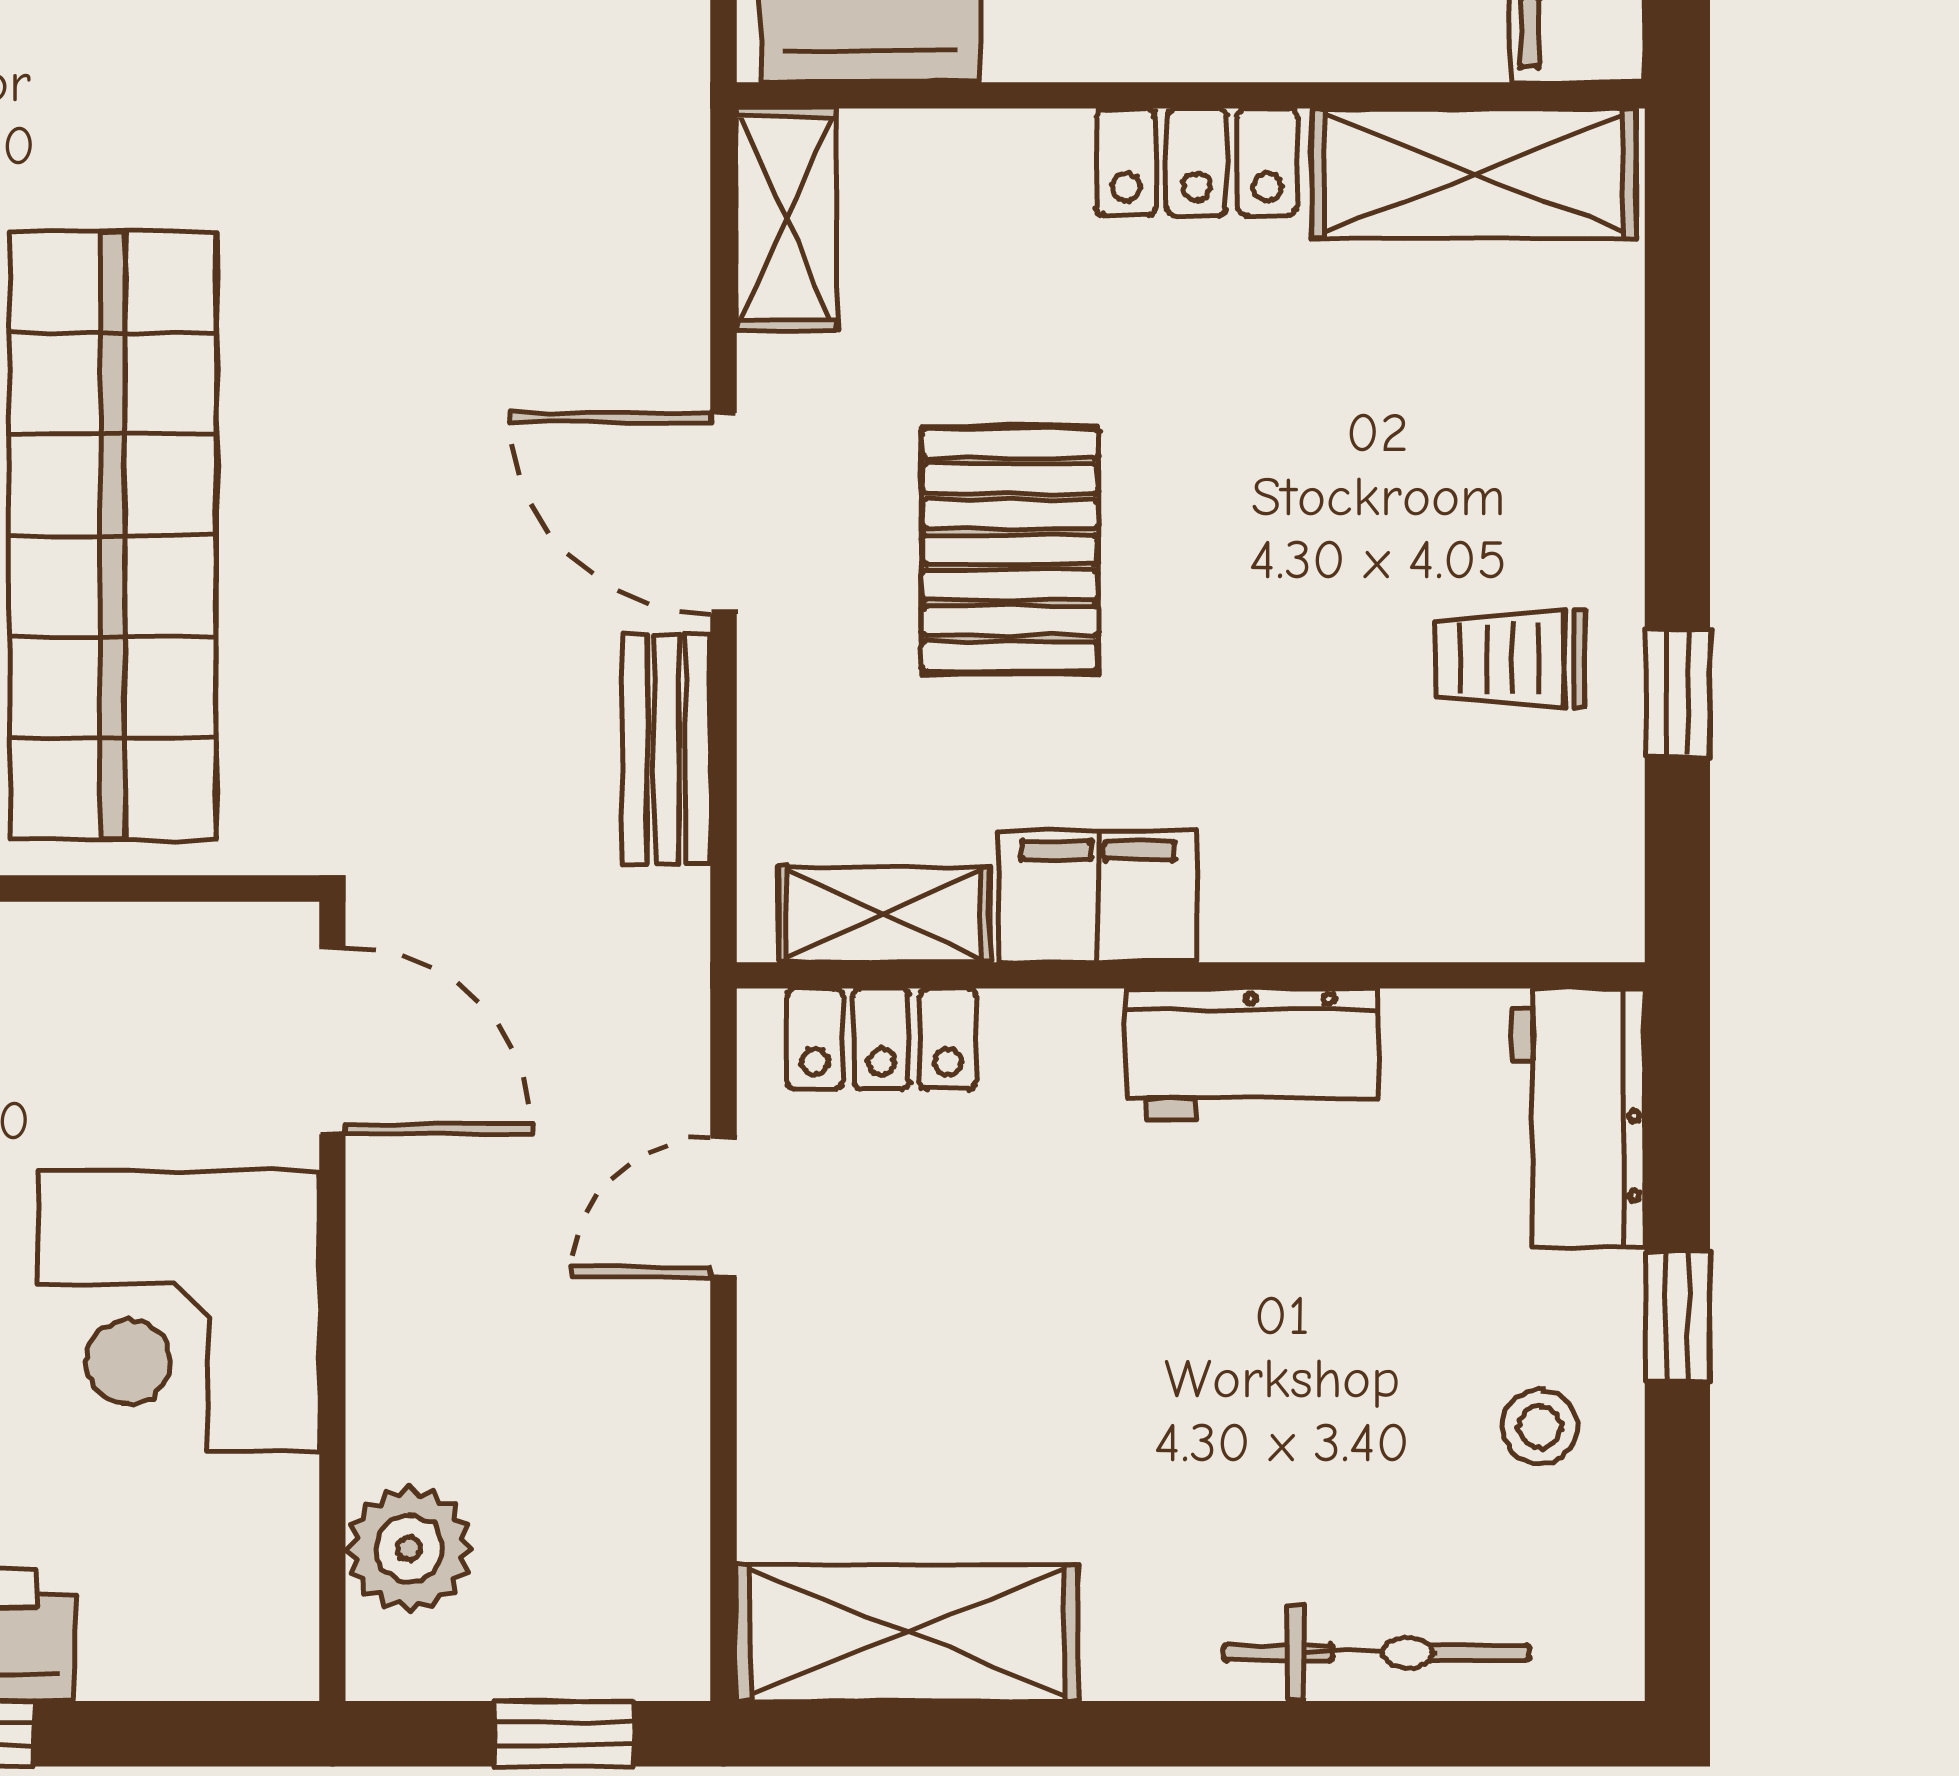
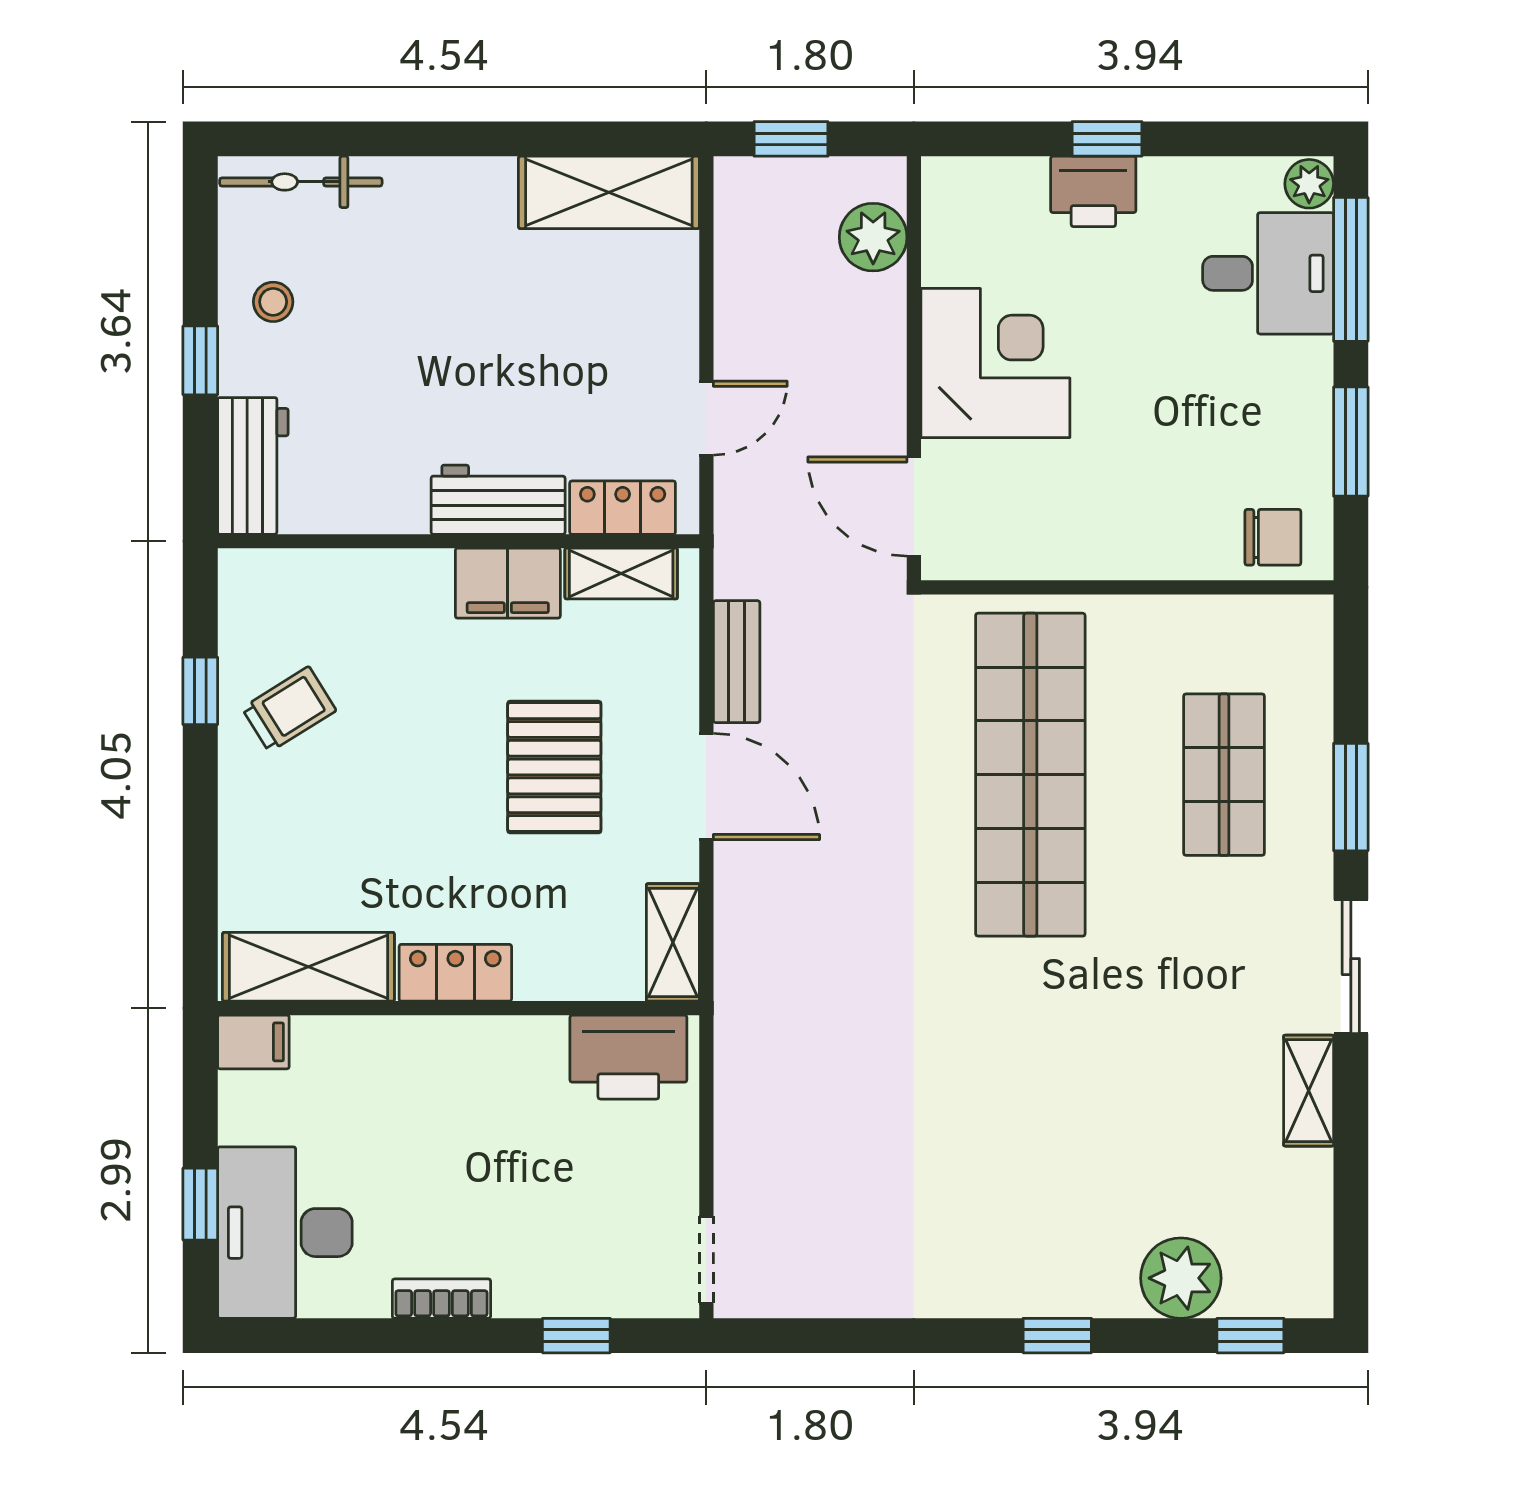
trolley: (1510, 659) -> (289, 709), turned -32
workbench: (1252, 1054) -> (498, 500), moved
bicycle: (1376, 1653) -> (301, 182), moved

